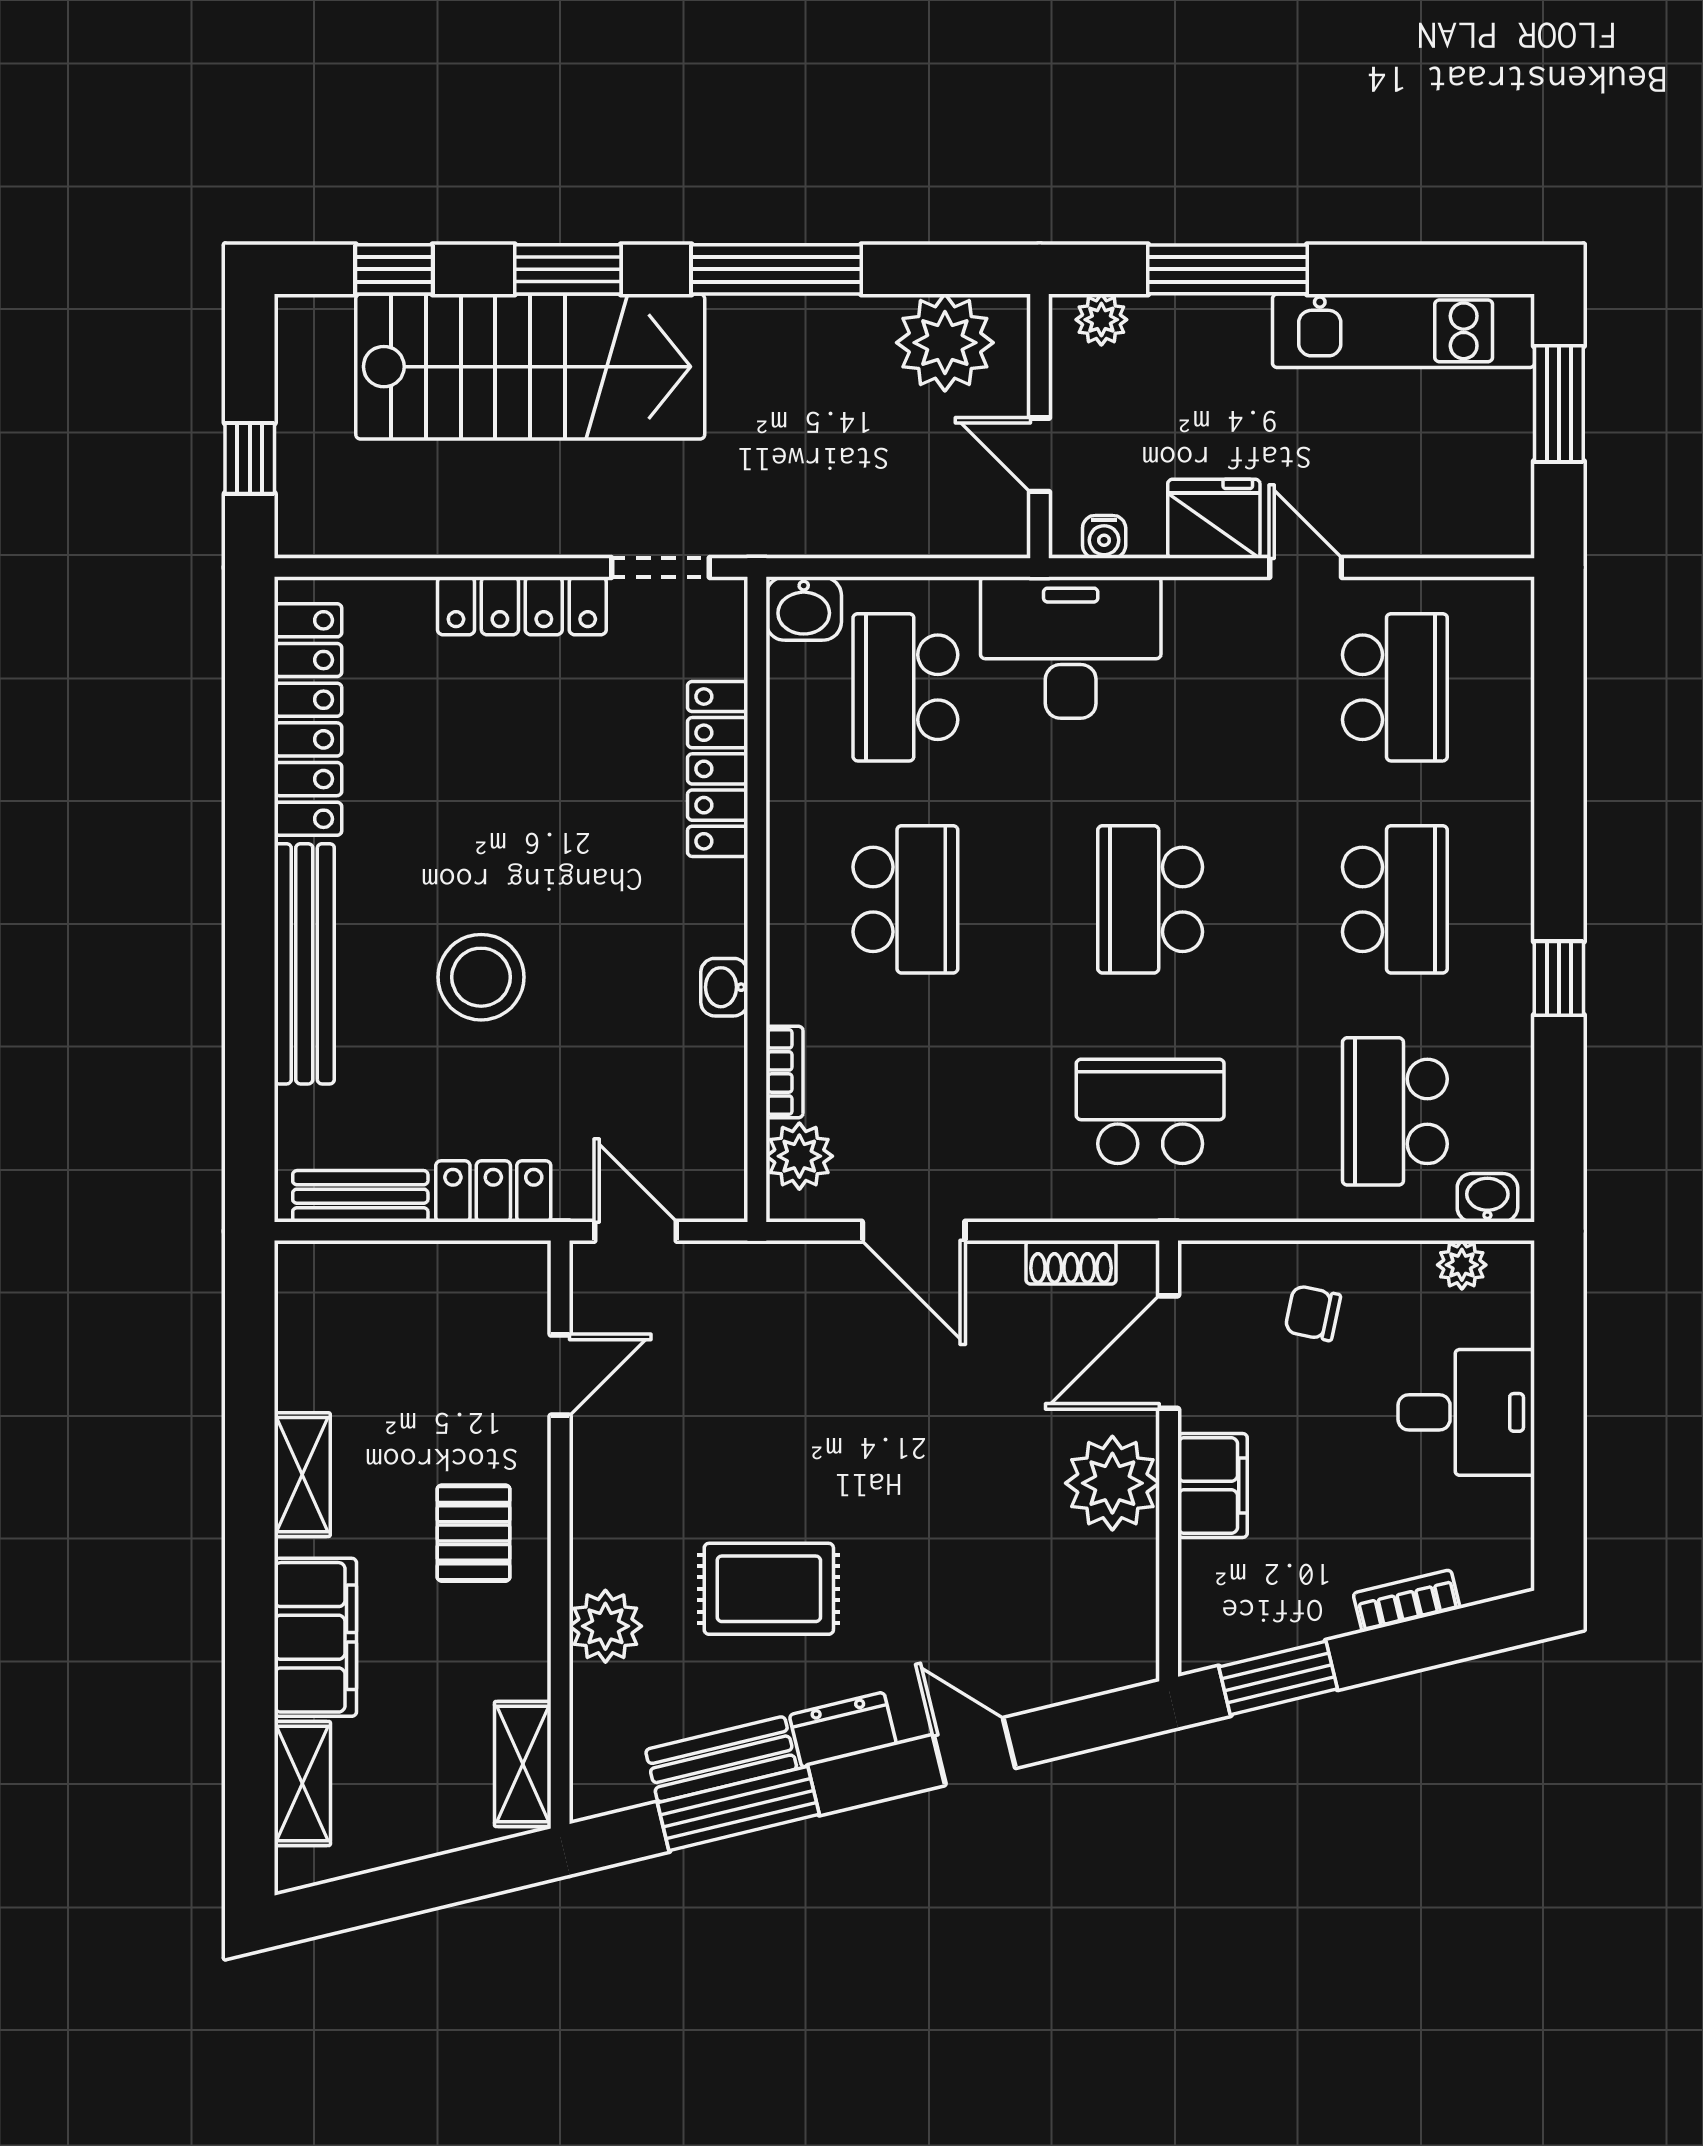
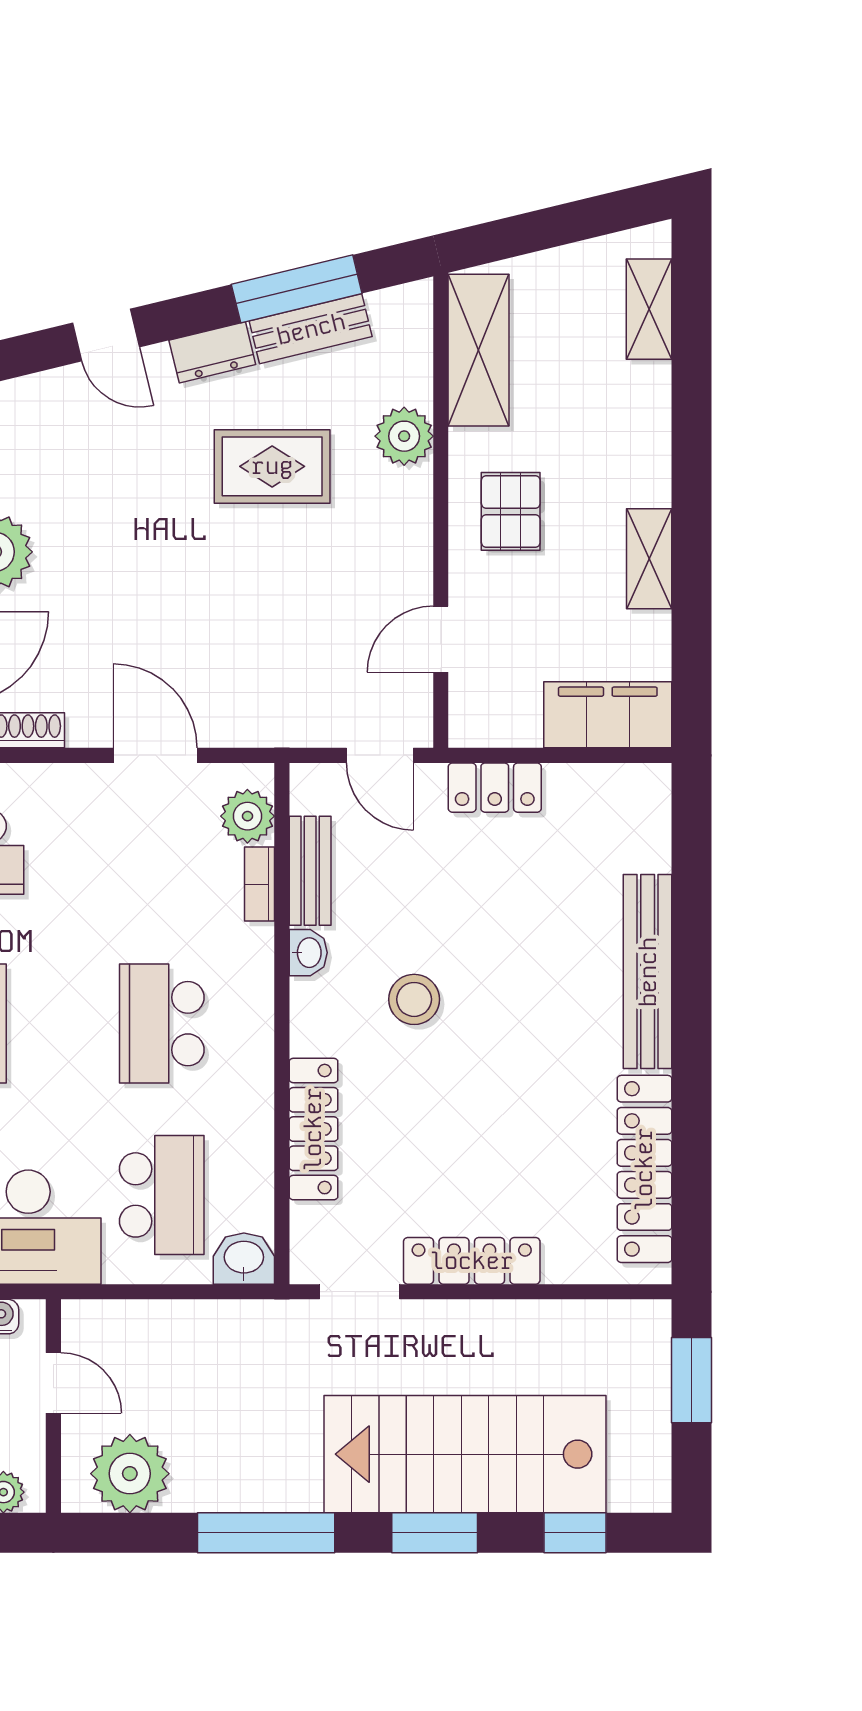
window: (250, 458) -> (692, 1380), width x1.50
stool: (481, 977) -> (414, 999), moved, width x0.73, depth x0.73
bench: (360, 1196) -> (310, 871), moved, turned 90
filing cabinet: (315, 1637) -> (608, 715), moved, turned 90
shelving: (523, 1764) -> (479, 350), width x1.50, depth x1.33

